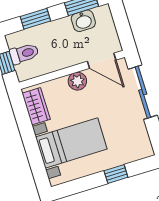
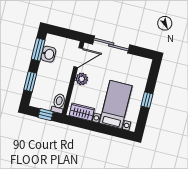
toilet: (24, 54) -> (59, 103), moved
window: (116, 174) -> (147, 100), moved

